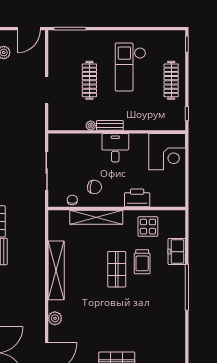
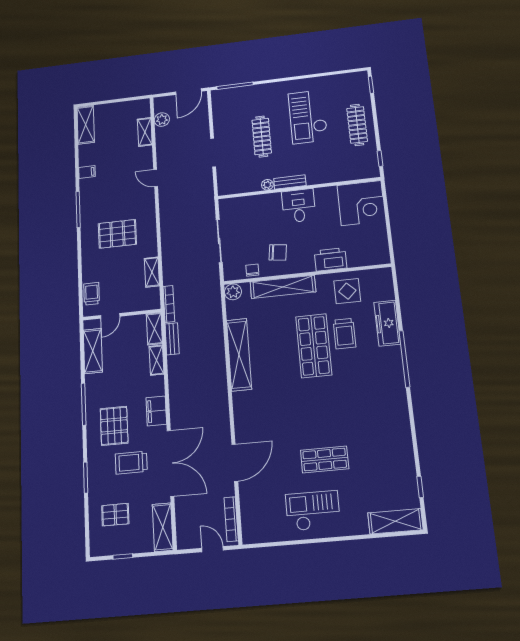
freezer: (177, 252) -> (387, 323), width x1.40
shop shelf: (117, 269) -> (314, 346), width x1.43, depth x1.36
plant: (55, 318) -> (233, 292), moved

